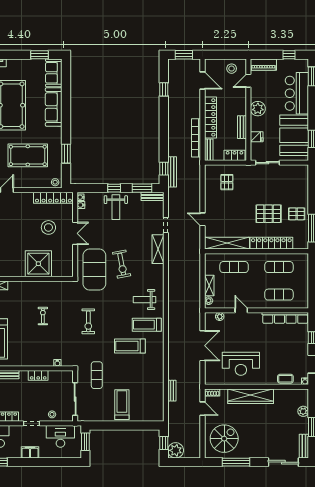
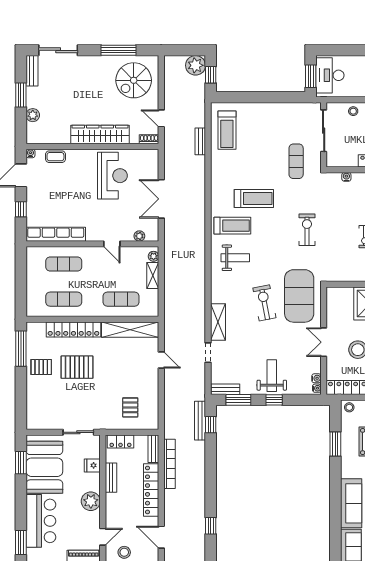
reception desk: (241, 364) -> (112, 176), turned 90
treadmill: (122, 405) -> (227, 130), moved
desk: (60, 436) -> (330, 75), moved, turned 90

